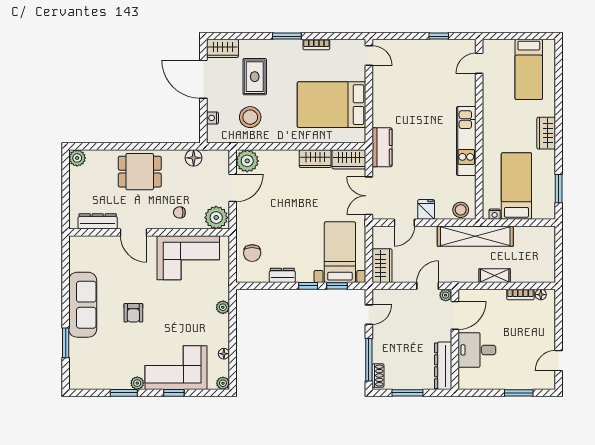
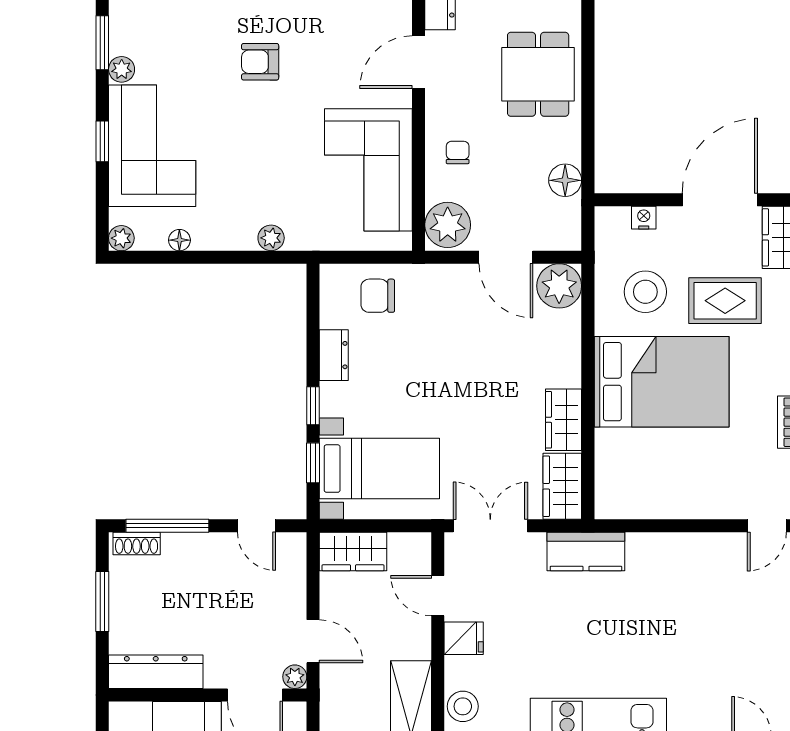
bed: (332, 105) -> (662, 382), moved, turned 90

